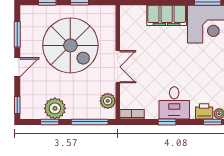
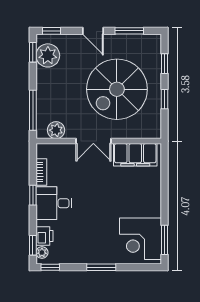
filing cabinet: (167, 15) -> (135, 155), moved, turned -90
plant: (55, 108) -> (48, 55), moved
bookcase: (132, 114) -> (41, 172), moved
window: (50, 122) -> (33, 52), moved

